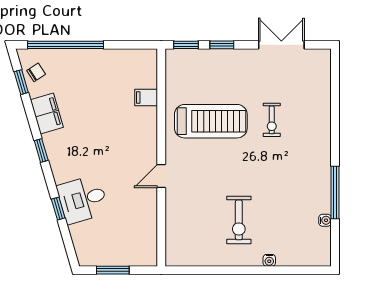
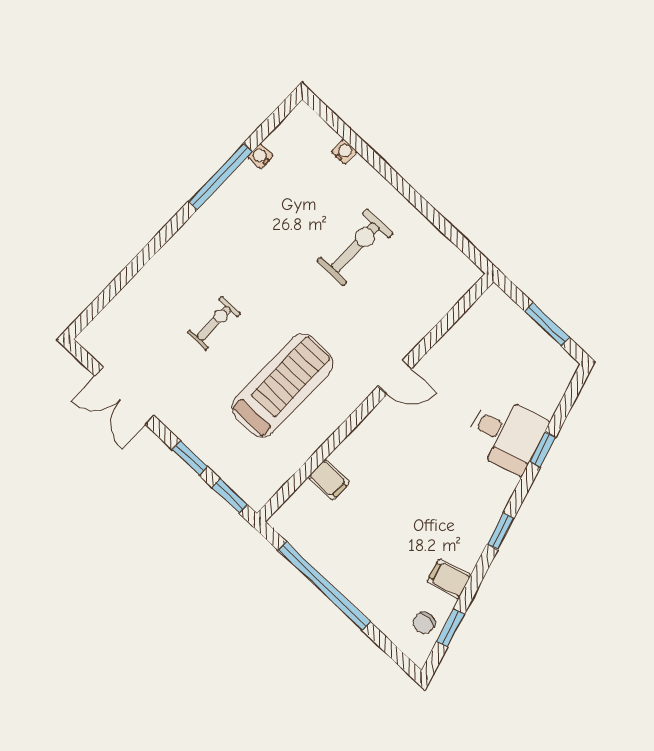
window: (65, 45) -> (324, 586), moved
chair: (36, 72) -> (424, 623), turned -57
filing cabinet: (47, 114) -> (449, 578), width x0.50
treadmill: (211, 121) -> (282, 386), turned 90
water cooler: (269, 260) -> (344, 152), moved

